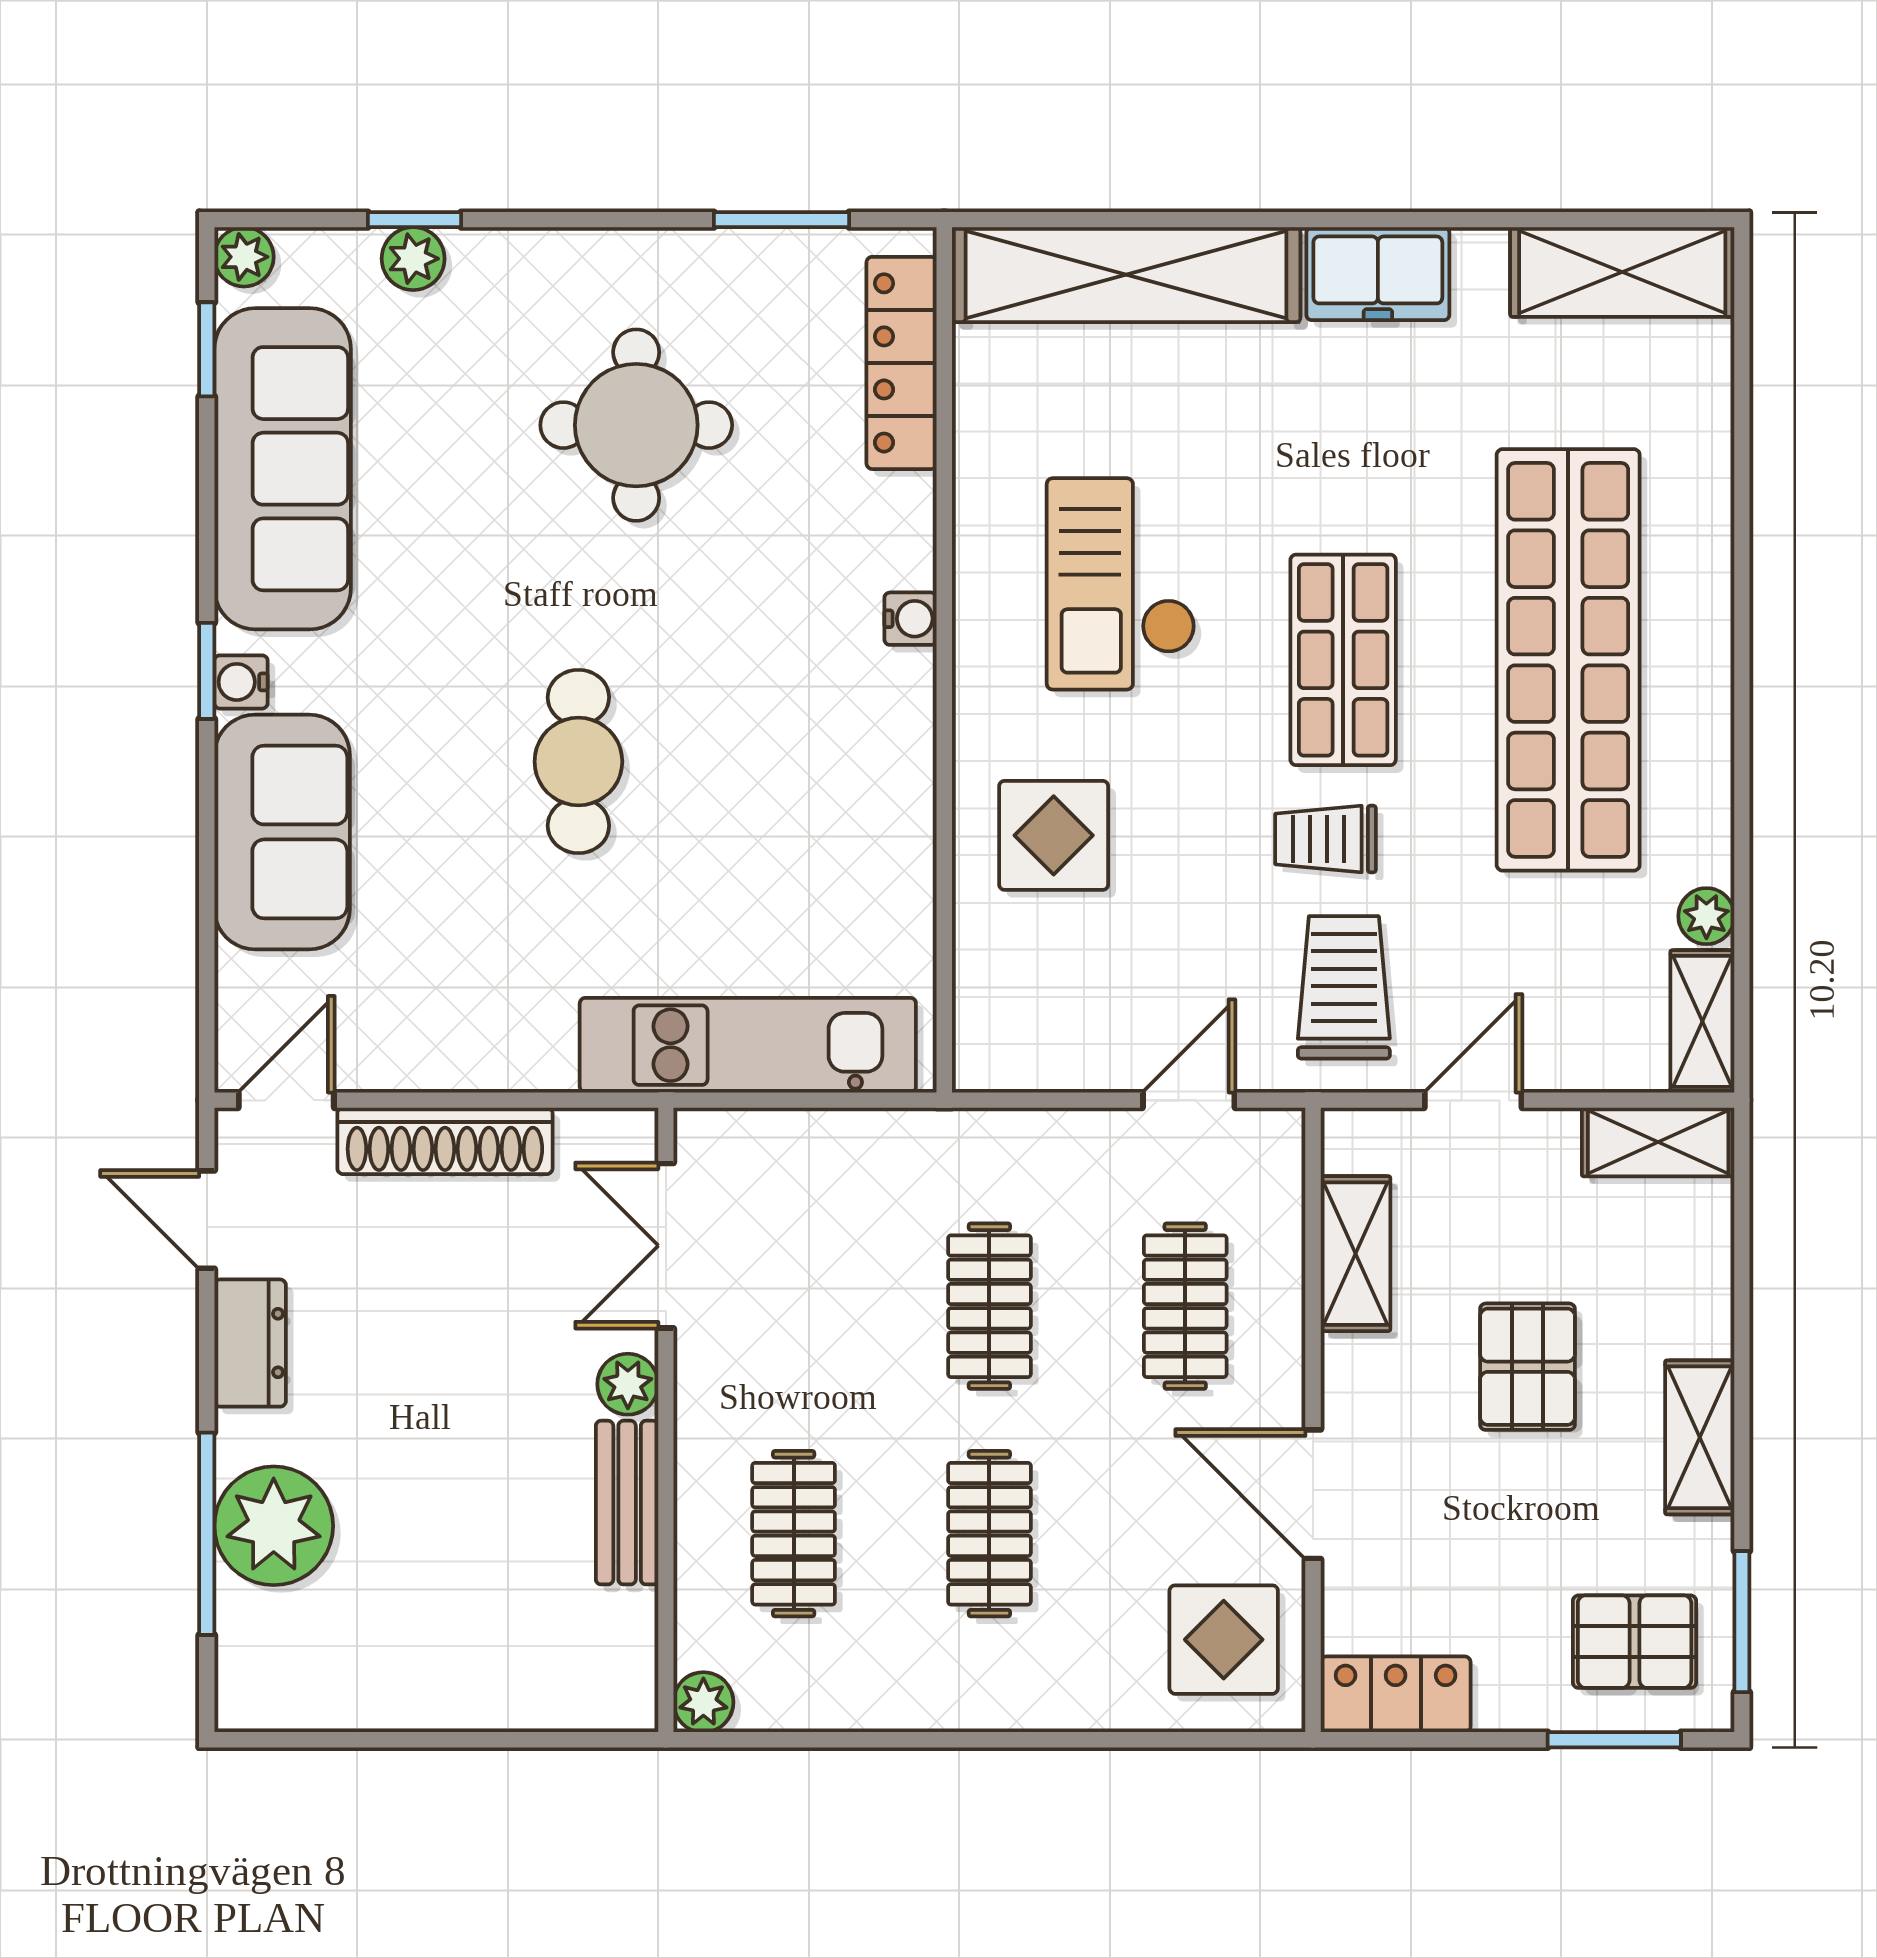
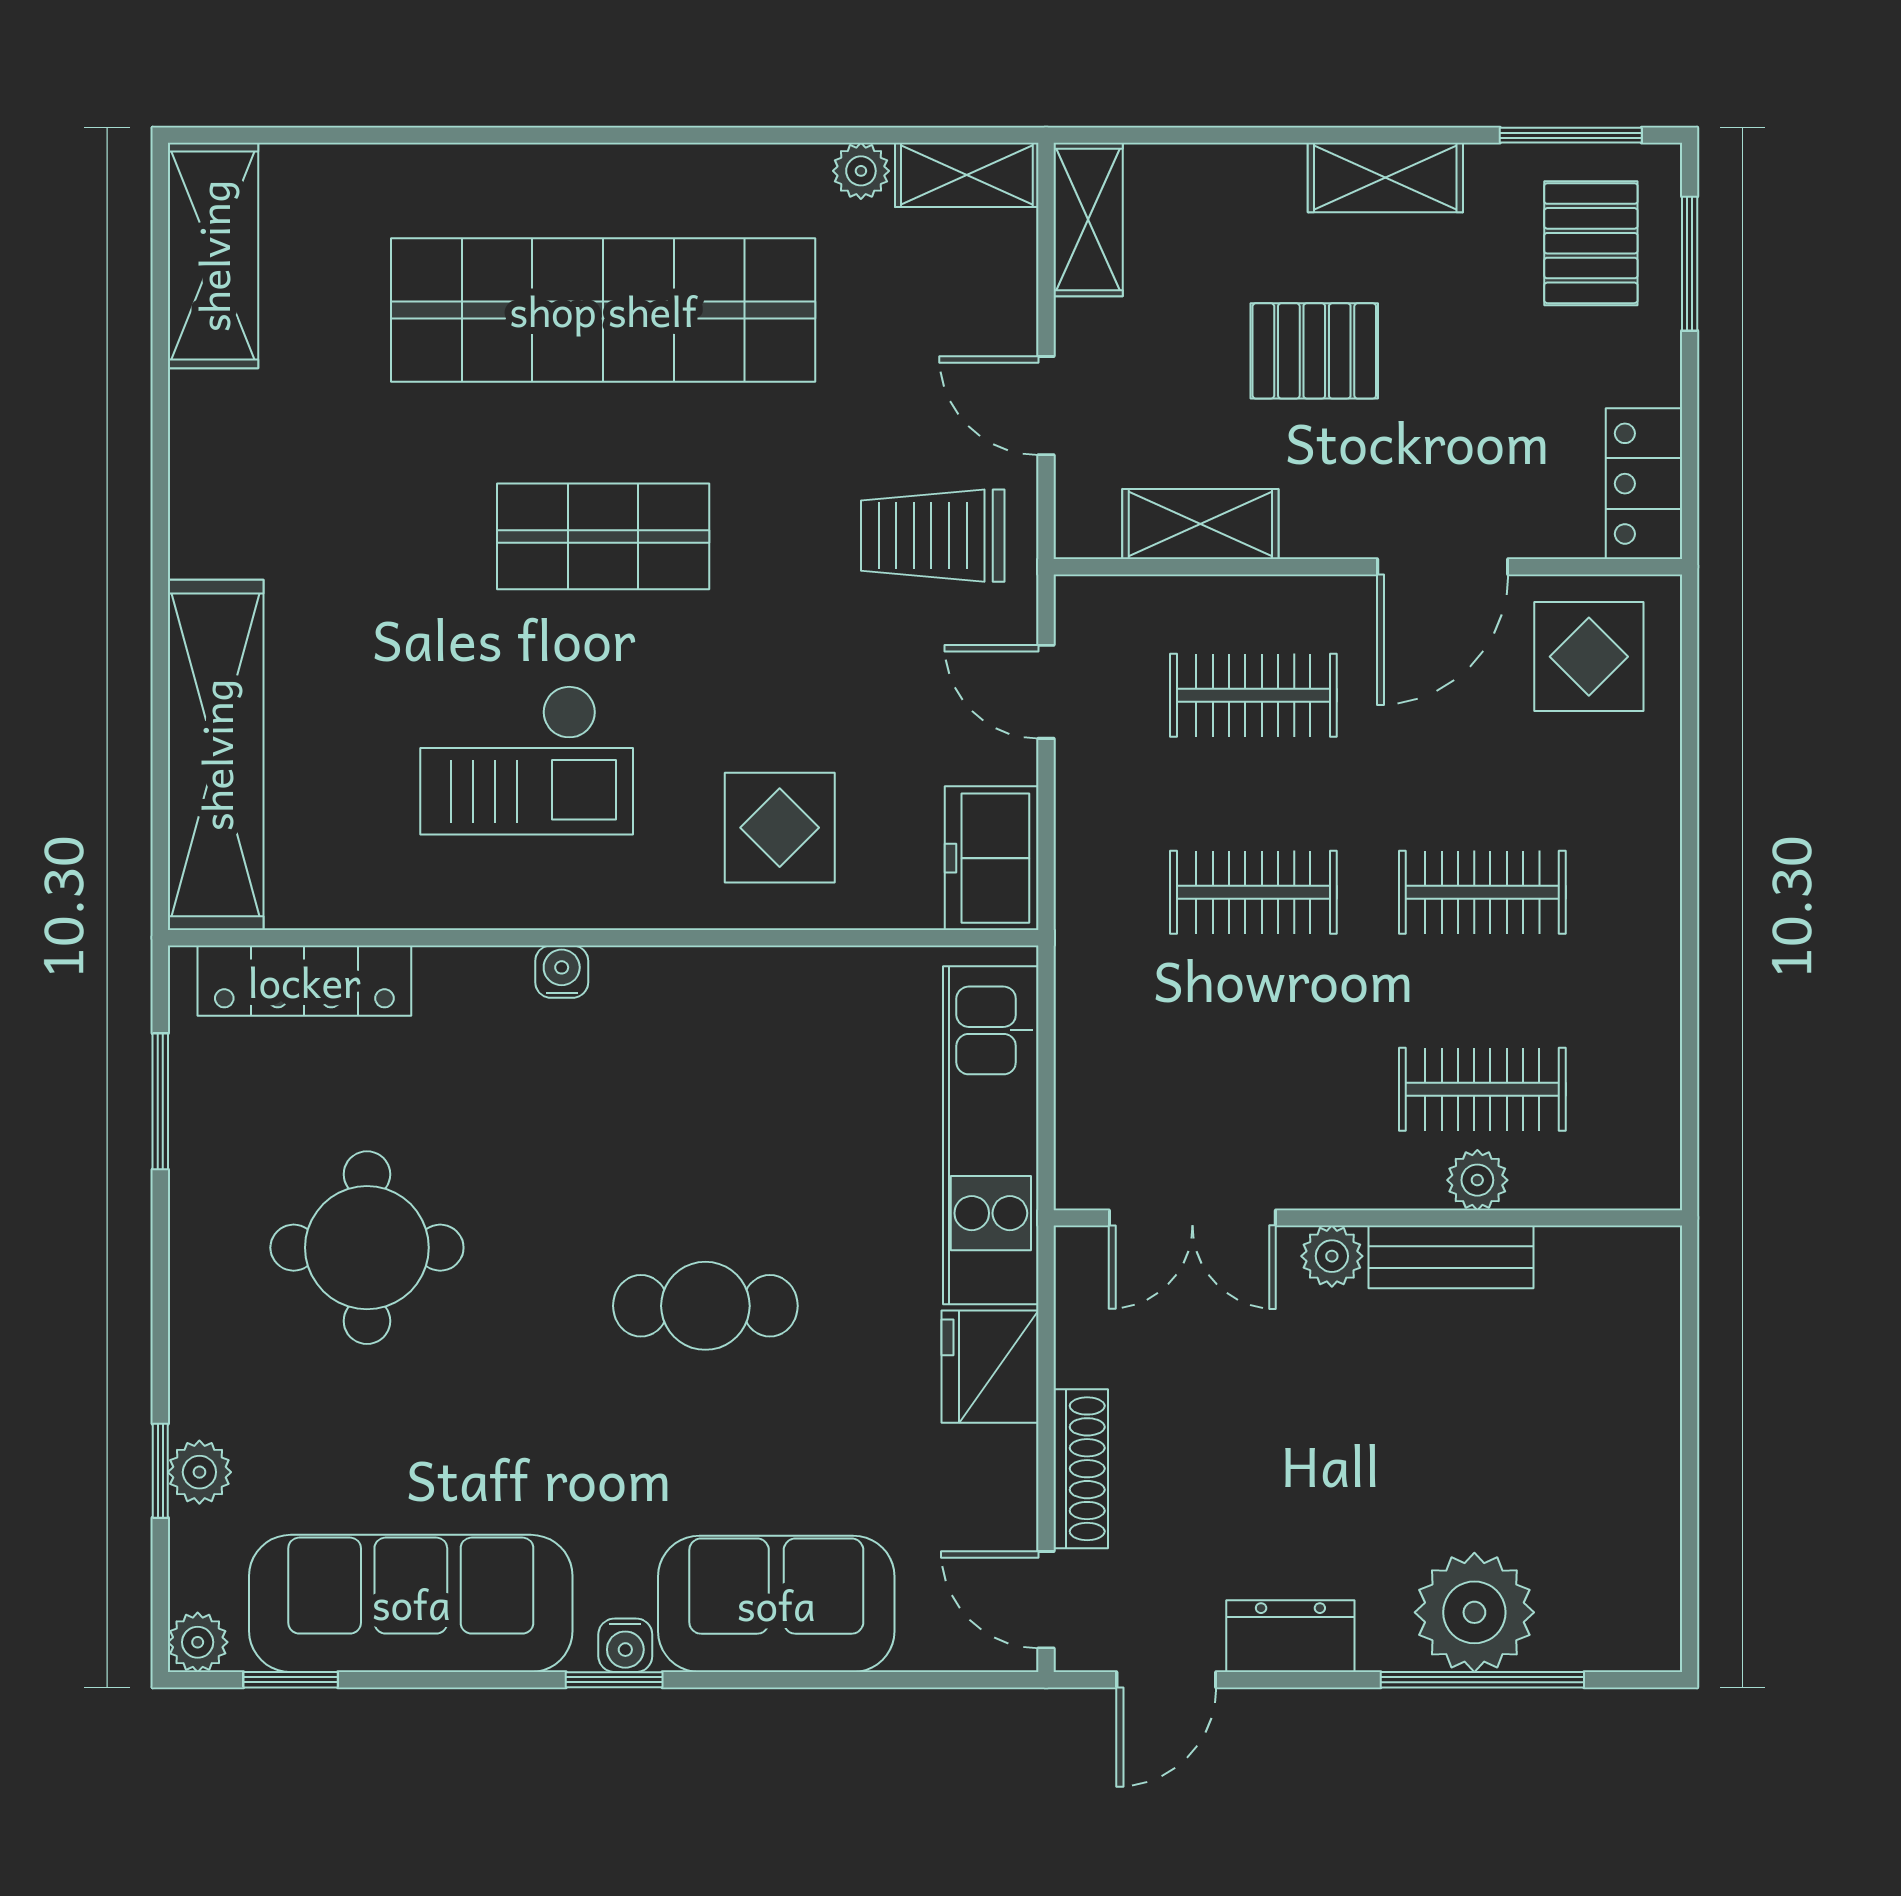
freezer: (1378, 274) -> (992, 858), moved, turned 180
trolley: (1326, 839) -> (783, 554), removed
fridge: (518, 1044) -> (990, 1367), added
shoe rack: (445, 1141) -> (1081, 1469), width x0.74, depth x0.81
plant: (703, 1702) -> (1477, 1180), moved

